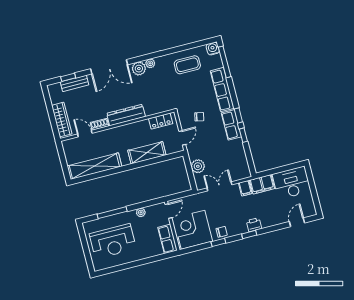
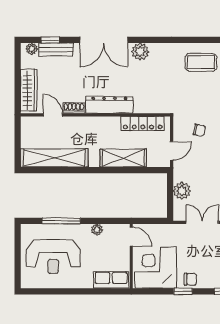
plant: (150, 63) -> (32, 49), moved
locker: (161, 121) -> (143, 123), width x1.53
door: (168, 211) -> (131, 237), hinge flipped
row of seats: (167, 239) -> (111, 280), moved, turned 90

